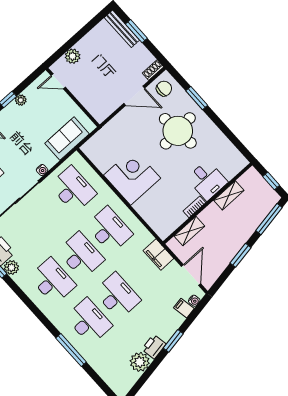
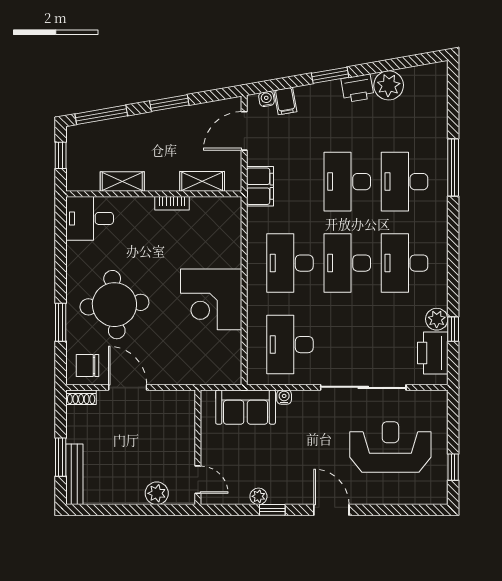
water cooler: (42, 170) -> (284, 397), moved
desk: (207, 180) -> (90, 218), moved, turned -90

